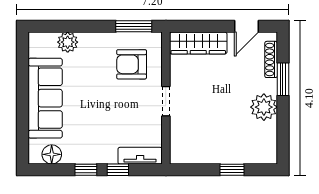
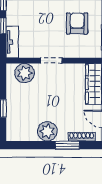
armchair: (132, 64) -> (77, 23), moved
plant: (183, 139) -> (25, 73), added

